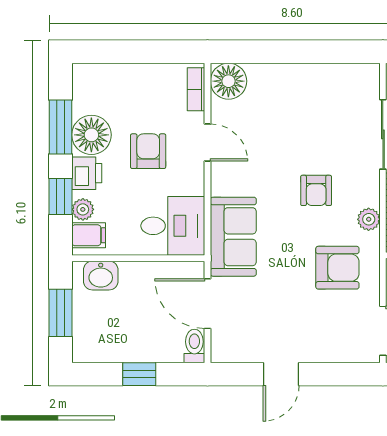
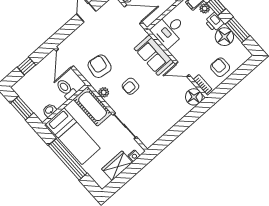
armchair: (148, 151) -> (220, 67), moved, turned 180
armchair: (316, 190) -> (130, 86), turned -90
sofa: (233, 237) -> (154, 55), moved
armchair: (337, 268) -> (100, 66), turned 99

